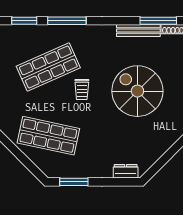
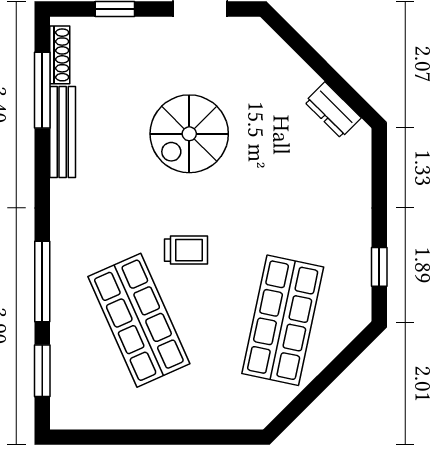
spiral stairs: (137, 91) -> (189, 134), width x0.73, depth x0.73
dresser: (126, 171) -> (333, 110), moved, turned -45
window: (74, 182) -> (379, 267), width x0.67

